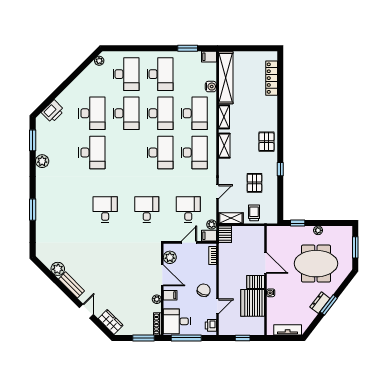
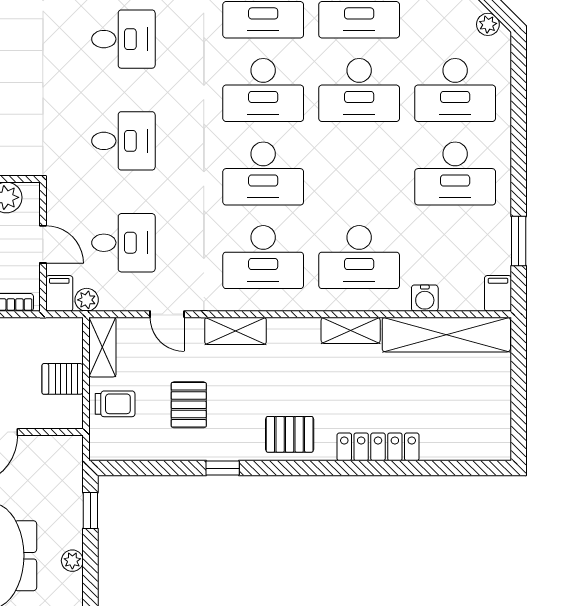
locker: (272, 78) -> (378, 447), moved
desk: (160, 113) -> (263, 90), moved
shelving: (224, 146) -> (235, 331), moved
pallet: (254, 183) -> (189, 405), turned 90
server rack: (225, 234) -> (63, 379), moved

